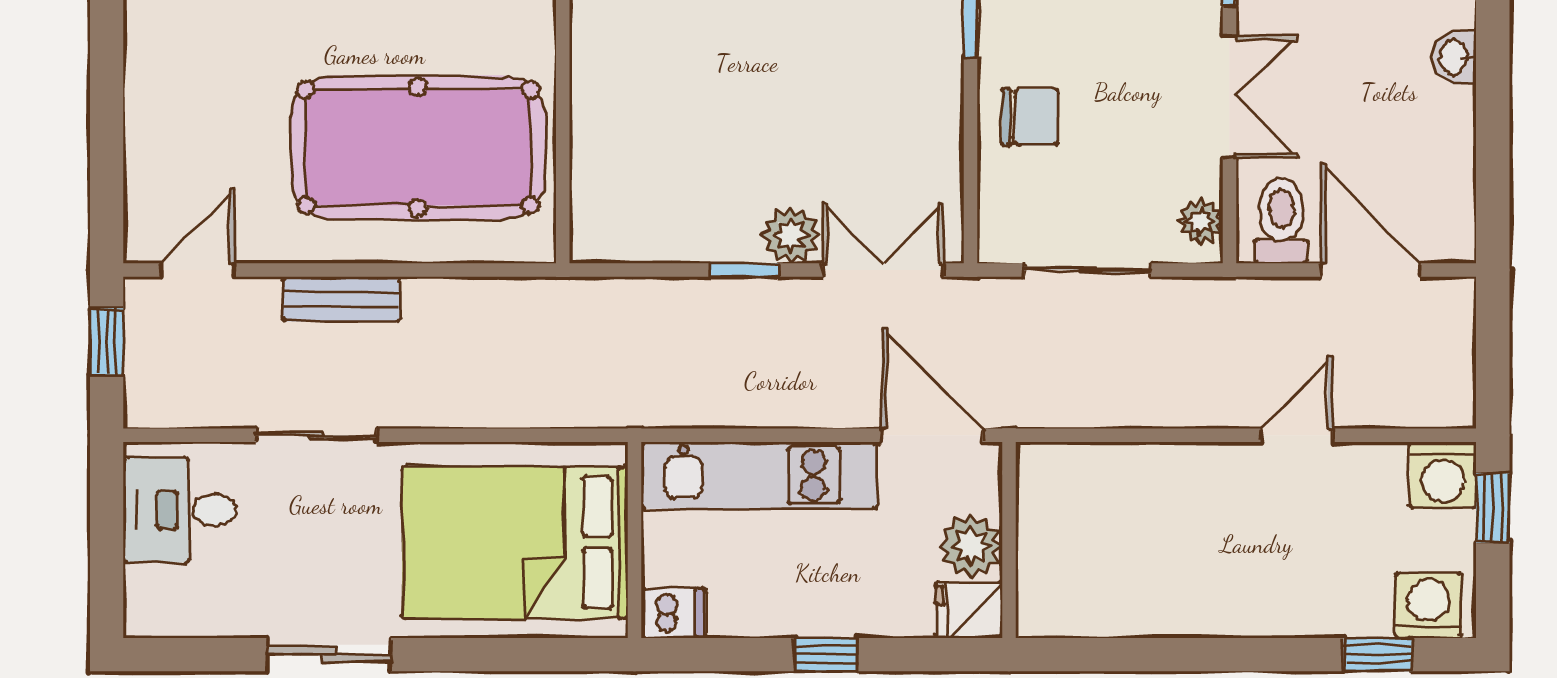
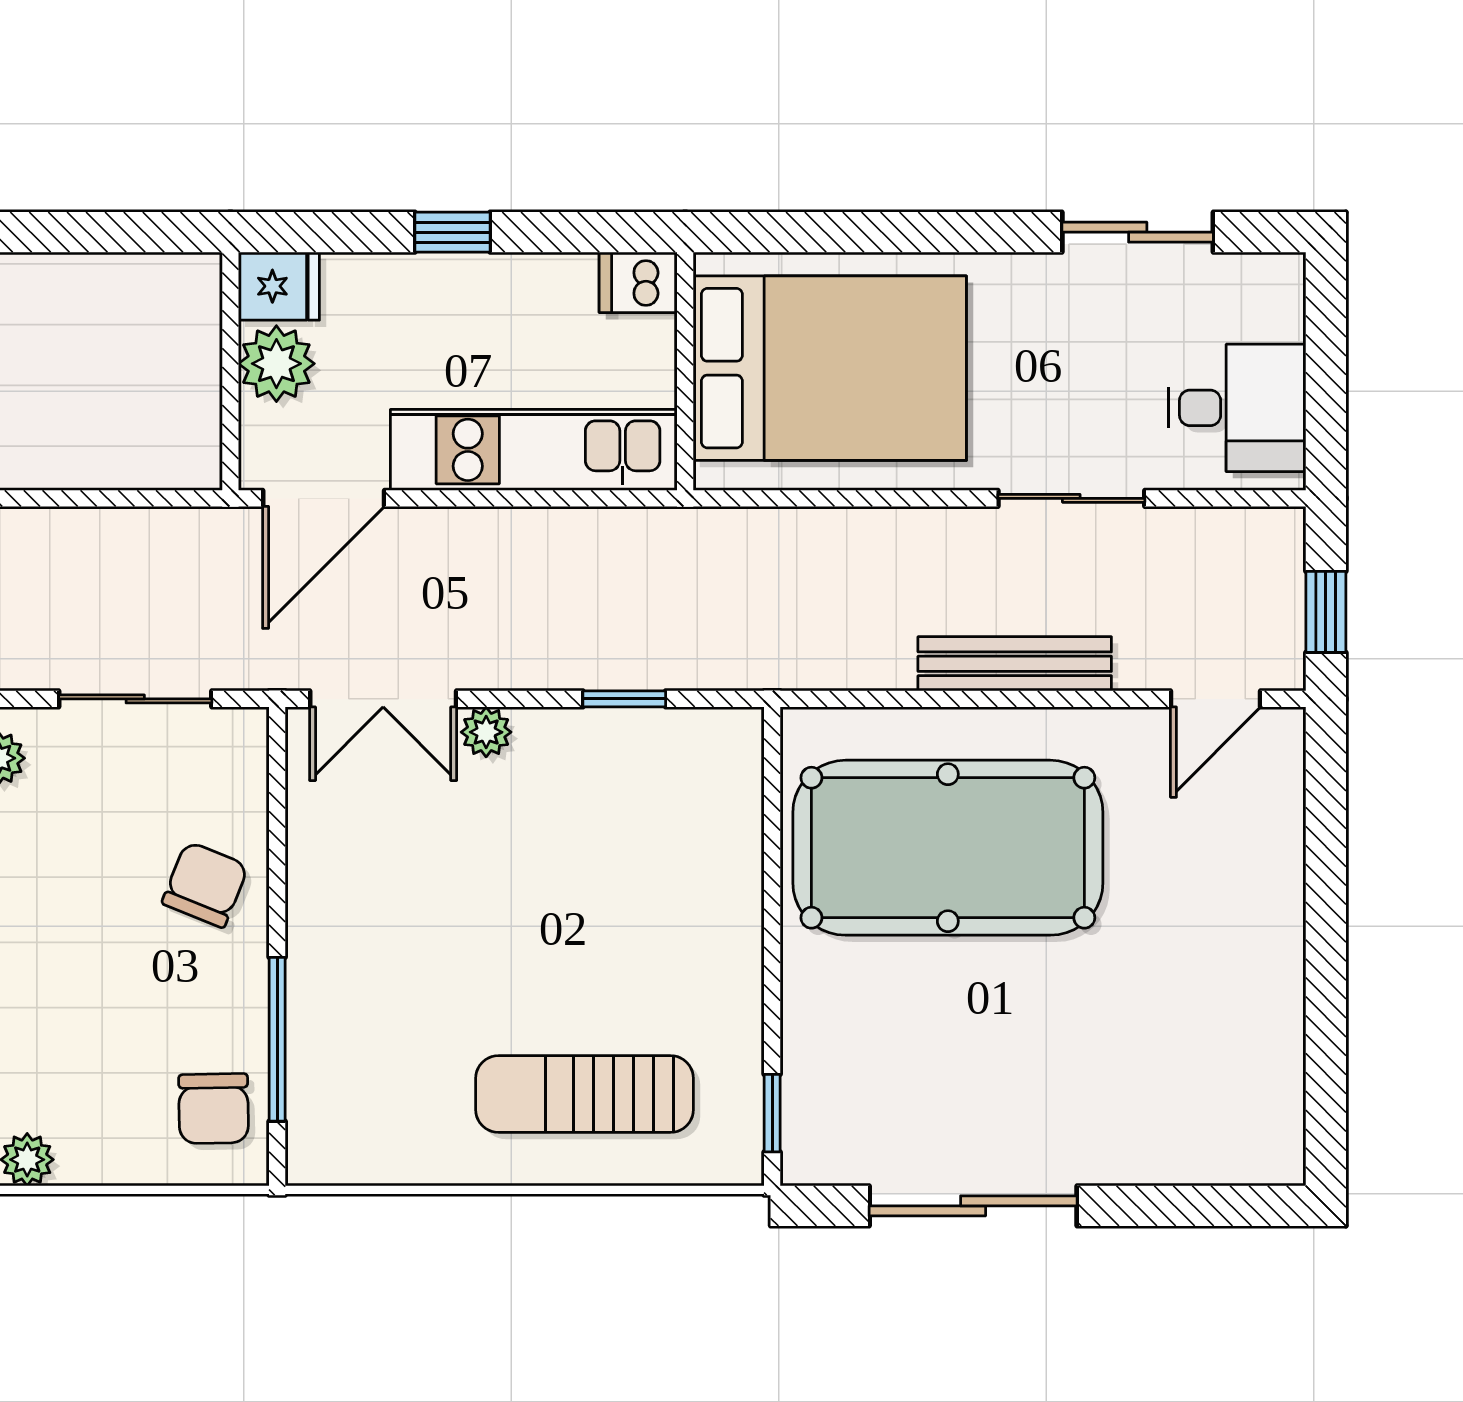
chair: (1030, 117) -> (205, 885), turned 112
plant: (791, 235) -> (486, 732), width x0.73, depth x0.73
window: (744, 270) -> (624, 699), moved
bench: (342, 299) -> (1015, 664), width x1.36
door: (932, 435) -> (324, 498), hinge flipped
sliding door: (329, 655) -> (1138, 232), moved

